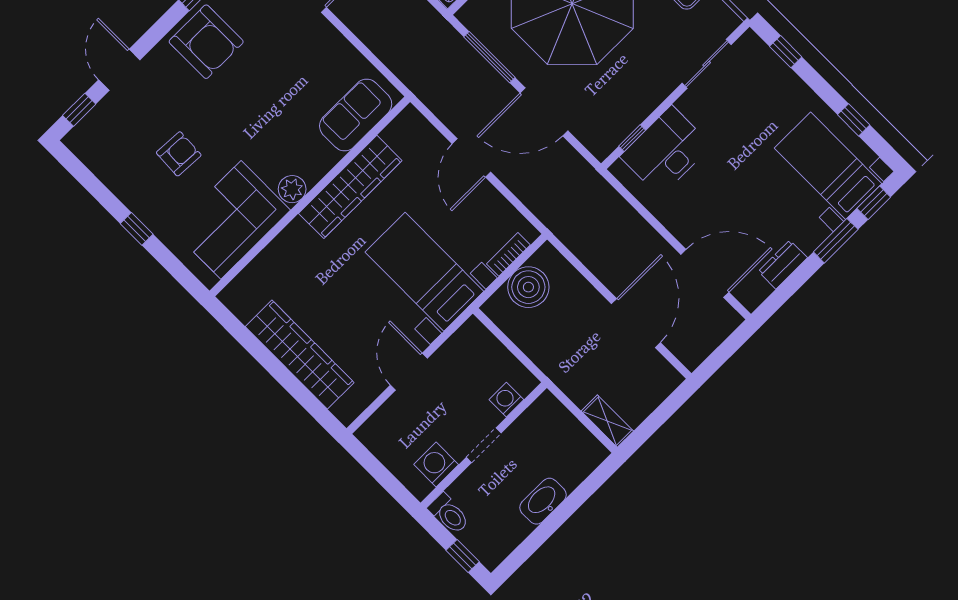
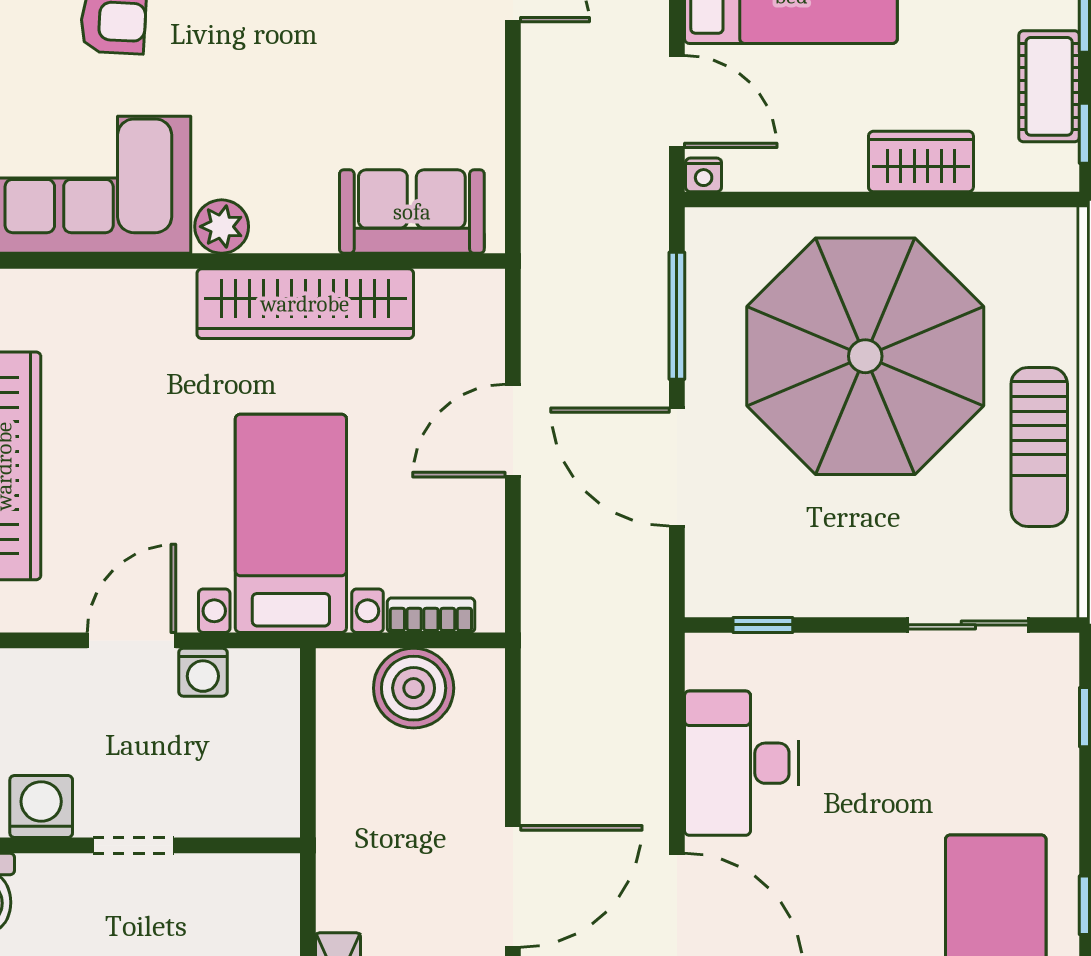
desk: (666, 151) -> (741, 763), moved, turned -90
washing machine: (506, 400) -> (203, 672), moved, turned 180

